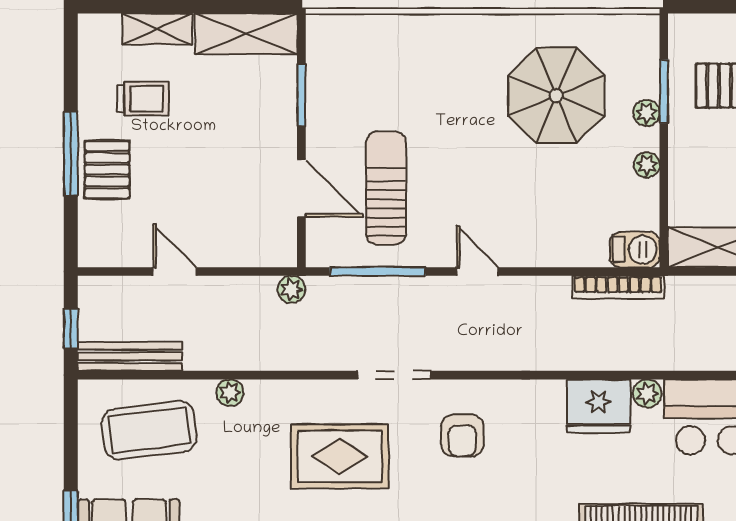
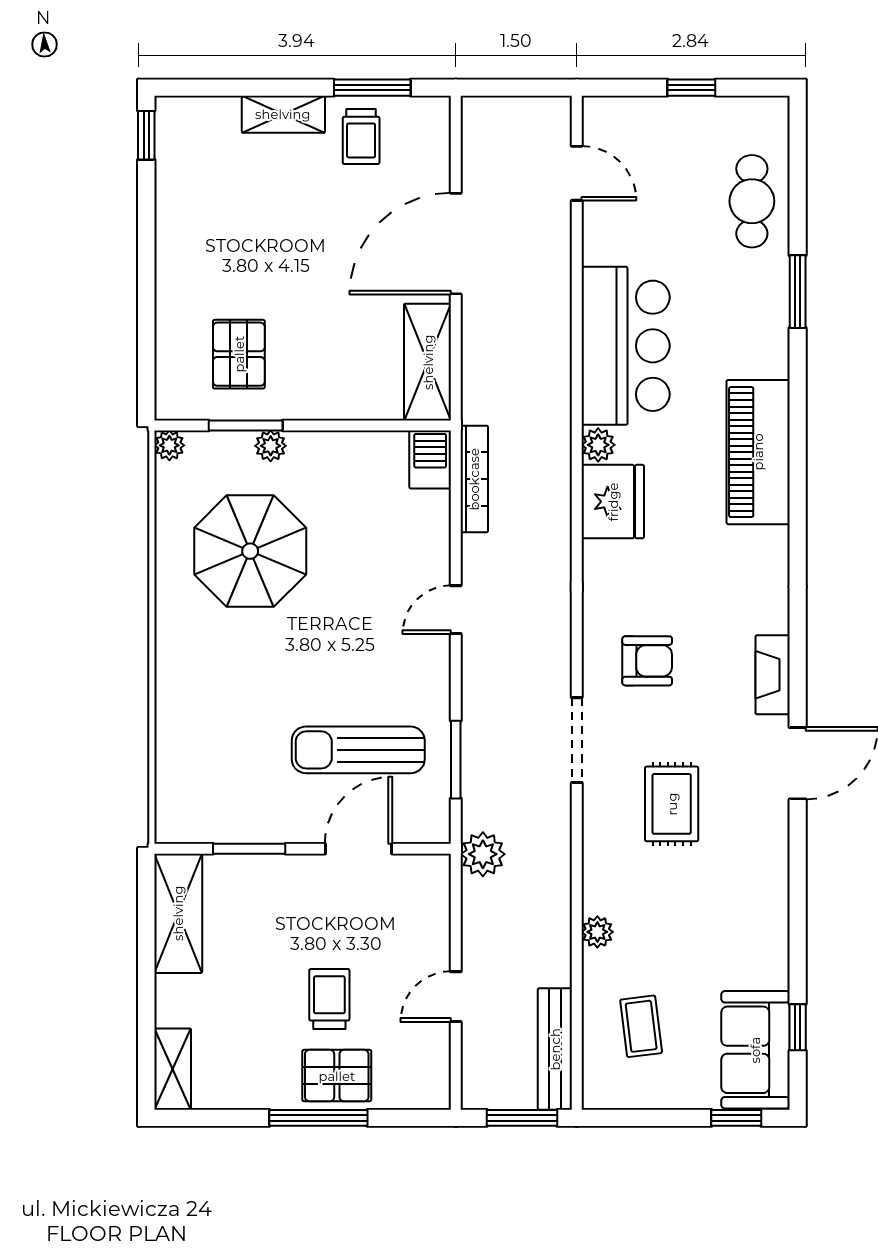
shelving: (157, 29) -> (173, 1069), moved
trolley: (143, 99) -> (329, 999), moved
plant: (647, 165) -> (169, 445), moved
window: (378, 272) -> (456, 760), width x0.69
door: (478, 272) -> (456, 610), moved
plant: (291, 289) -> (483, 854), width x1.38, depth x1.38
window: (71, 328) -> (522, 1118), width x1.50
coffee table: (149, 430) -> (641, 1026), width x0.54, depth x0.58
rug: (340, 456) -> (672, 804), width x0.73, depth x0.70

